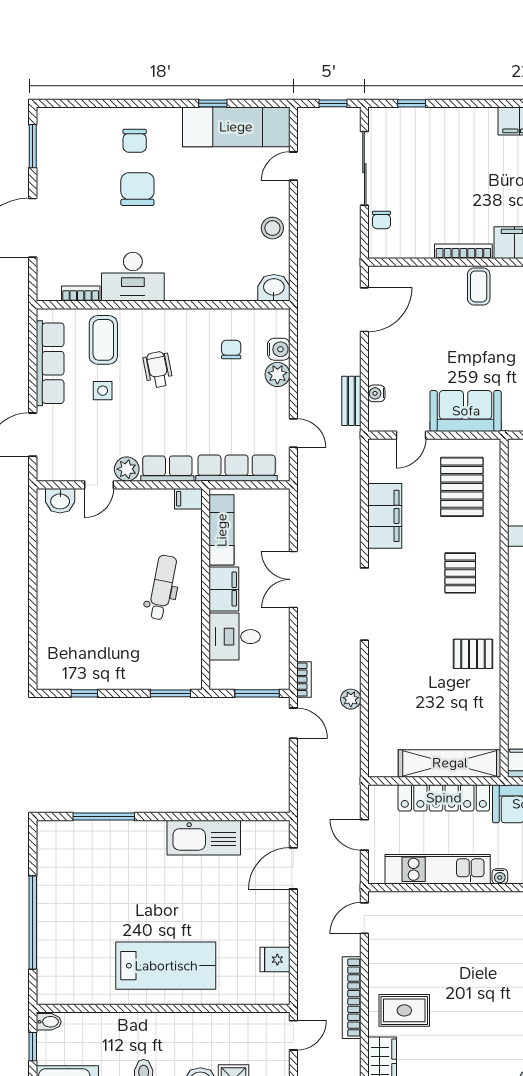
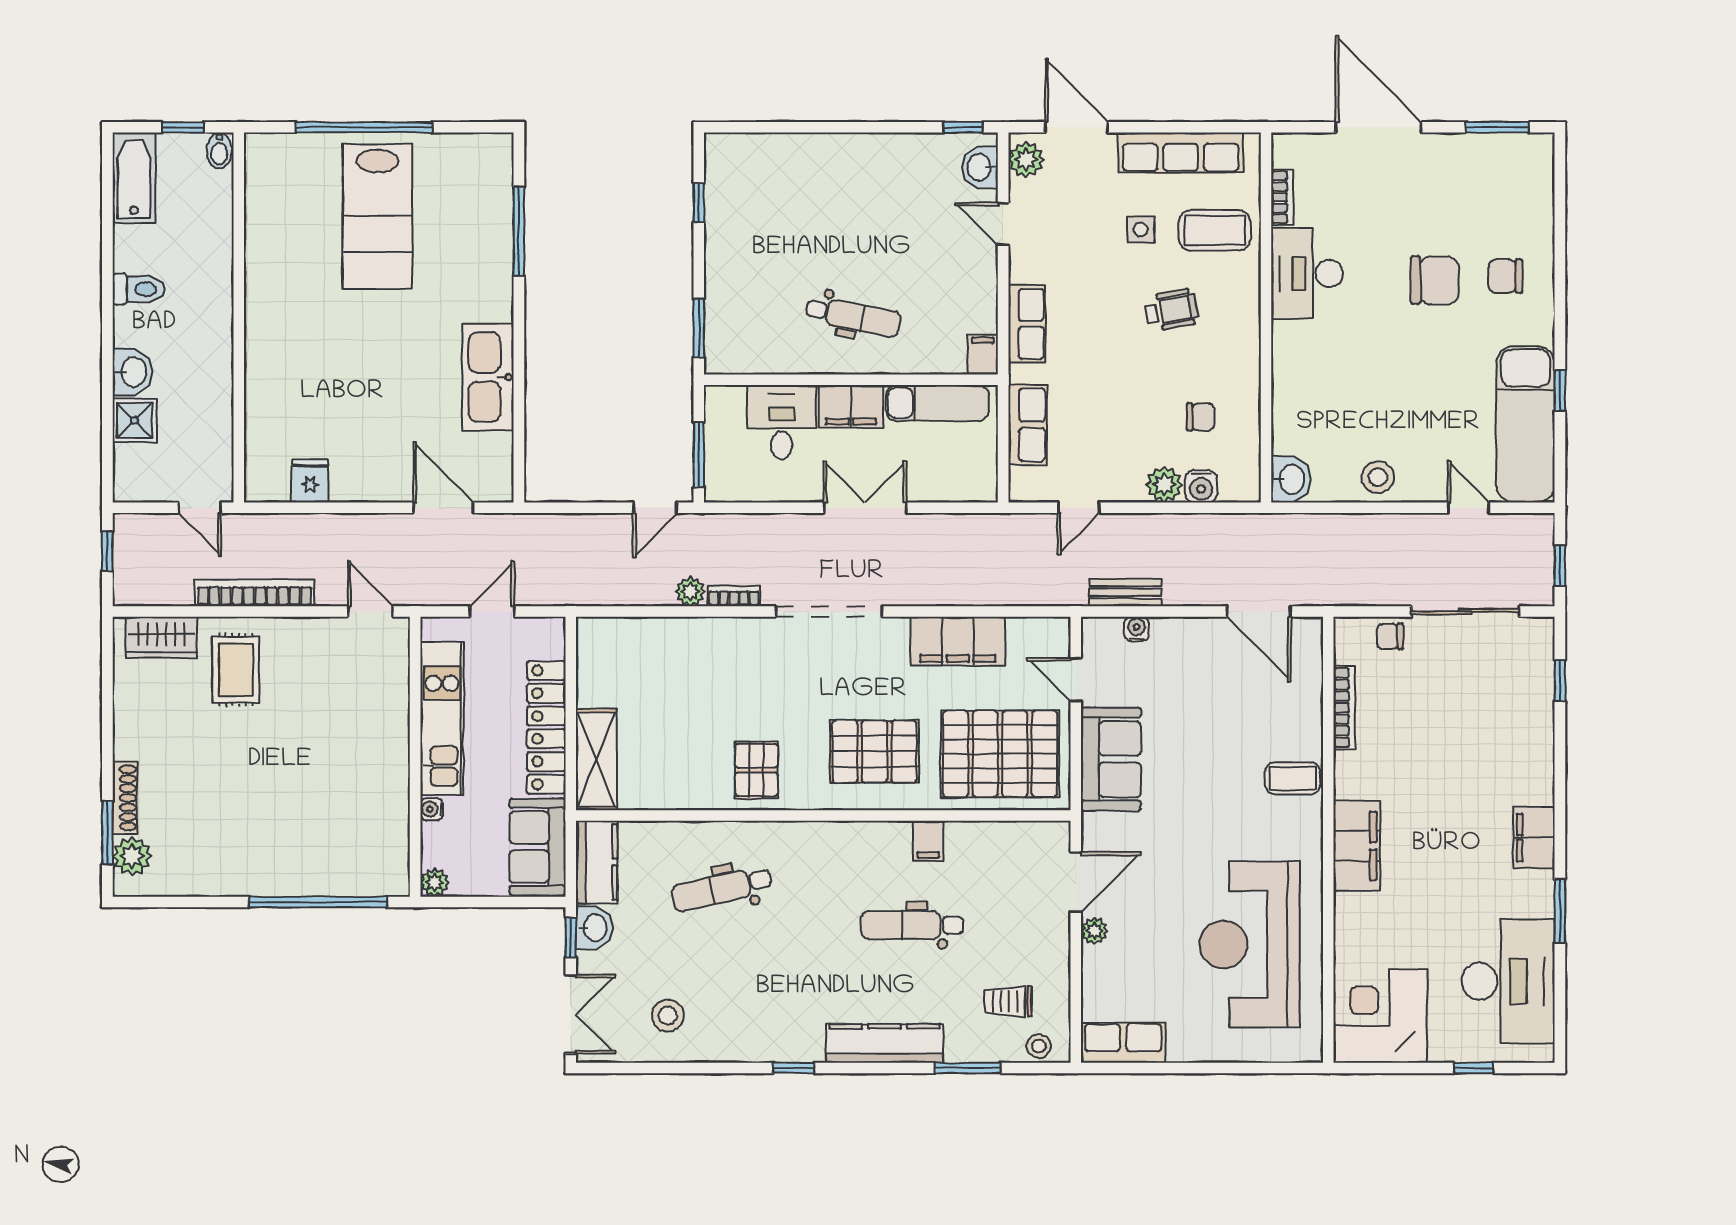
bookcase: (463, 251) -> (1344, 708), moved
row of seats: (237, 468) -> (1028, 425), width x0.68
plant: (127, 469) -> (1026, 159), moved
pallet: (462, 487) -> (1000, 754), width x1.37, depth x1.41
window: (33, 512) -> (963, 127), added
pallet: (460, 573) -> (874, 751), width x1.50, depth x1.42
bookcase: (304, 680) -> (734, 596), moved, turned 180
shelving: (450, 763) -> (596, 759), width x0.68
lab bench: (166, 966) -> (377, 216), moved

